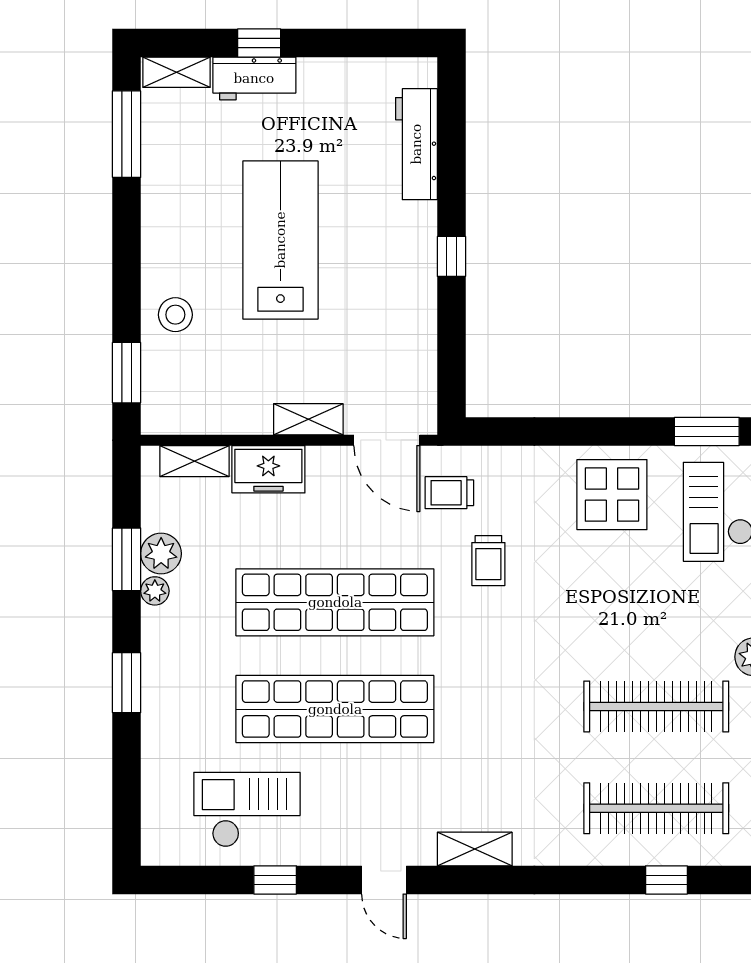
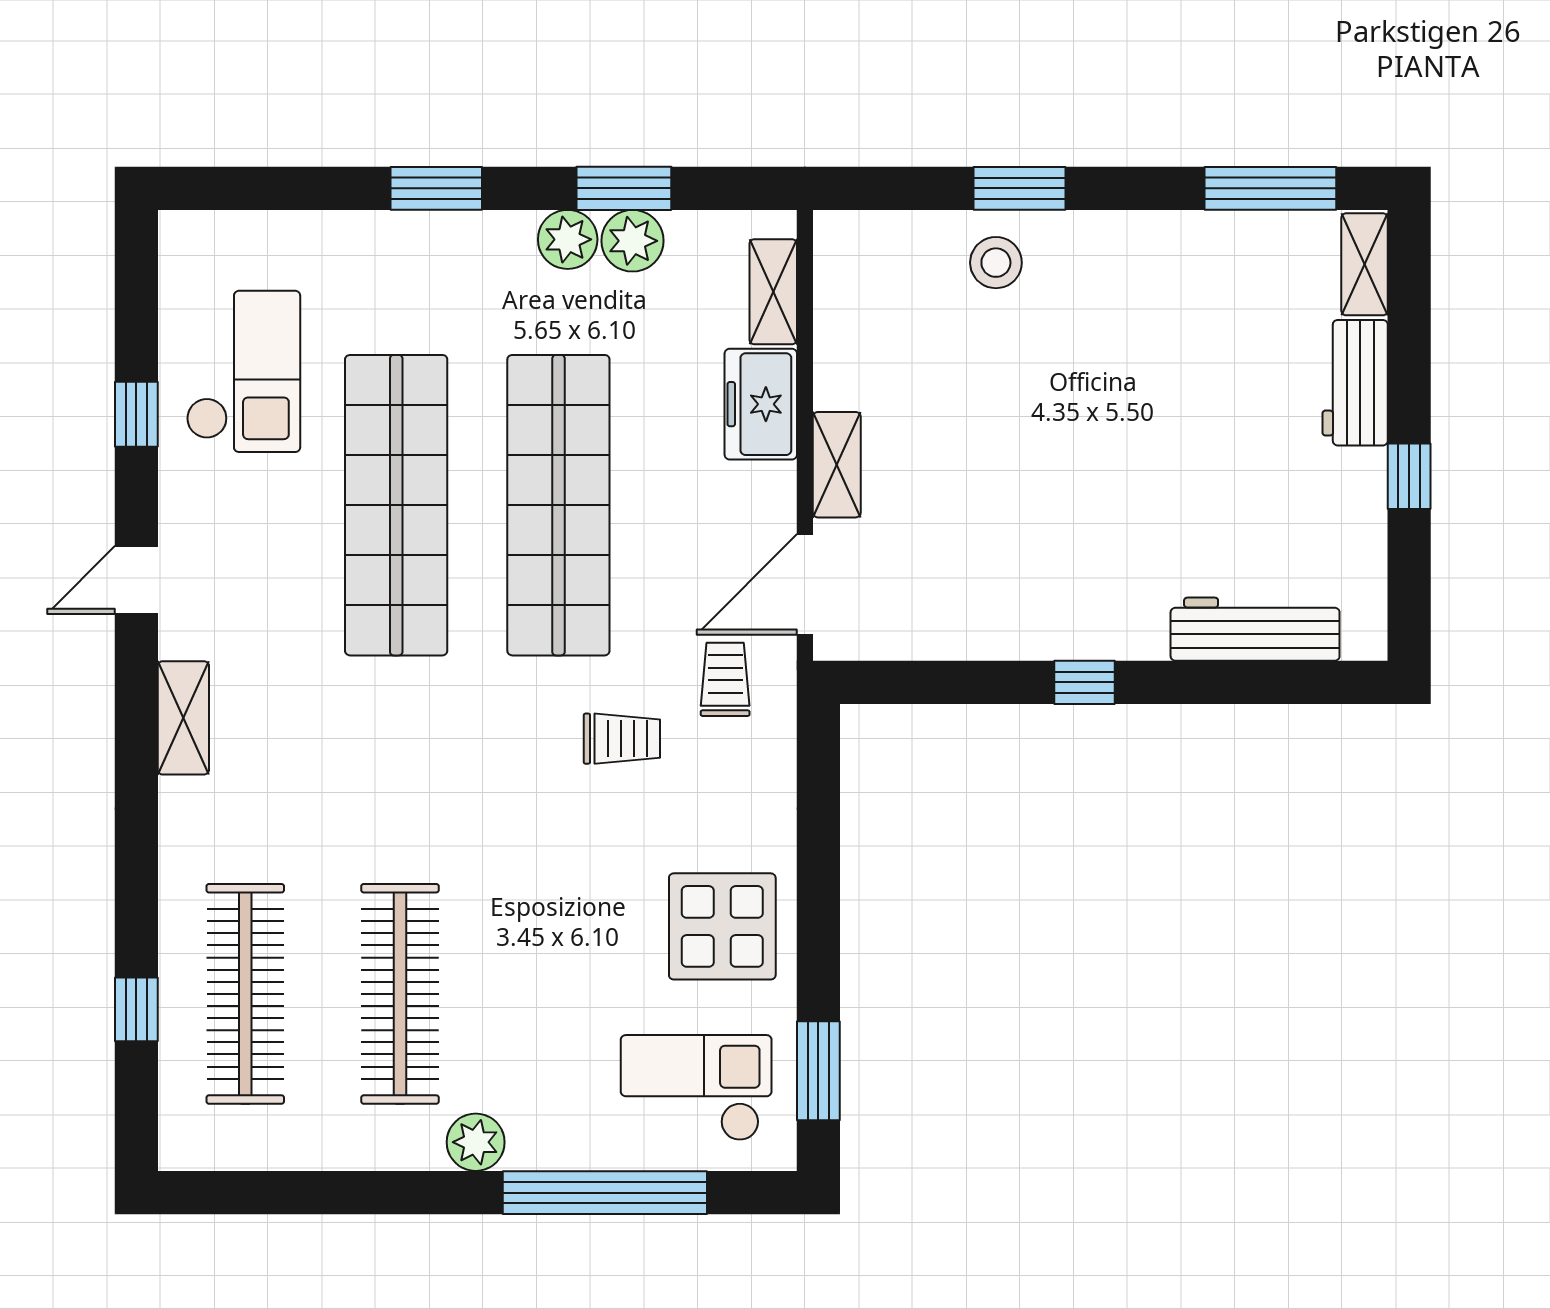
window: (259, 43) -> (1409, 476), moved
lab bench: (280, 240) -> (1109, 422), removed
window: (127, 373) -> (1020, 188), moved
trolley: (488, 561) -> (622, 739), turned 180
plant: (155, 591) -> (568, 239), width x1.38, depth x1.38

